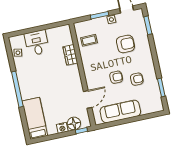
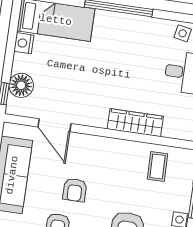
wardrobe: (70, 55) -> (135, 123), width x1.50
nightstand: (62, 128) -> (24, 43), moved

